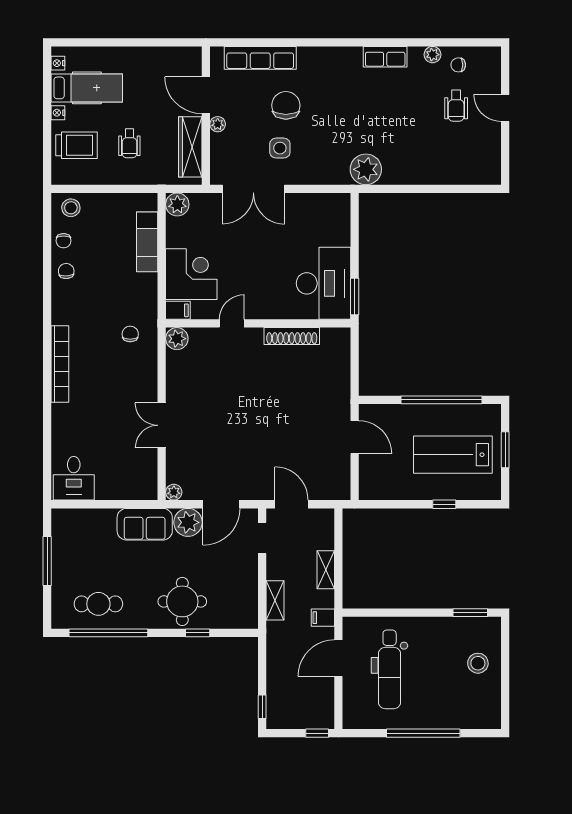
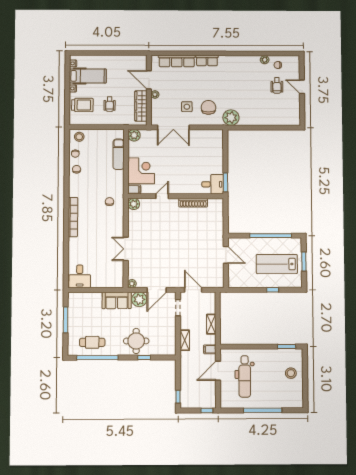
row of seats: (385, 57) -> (207, 61), moved
chair: (286, 105) -> (208, 107), moved
desk: (323, 283) -> (213, 184), width x0.53, depth x0.77

